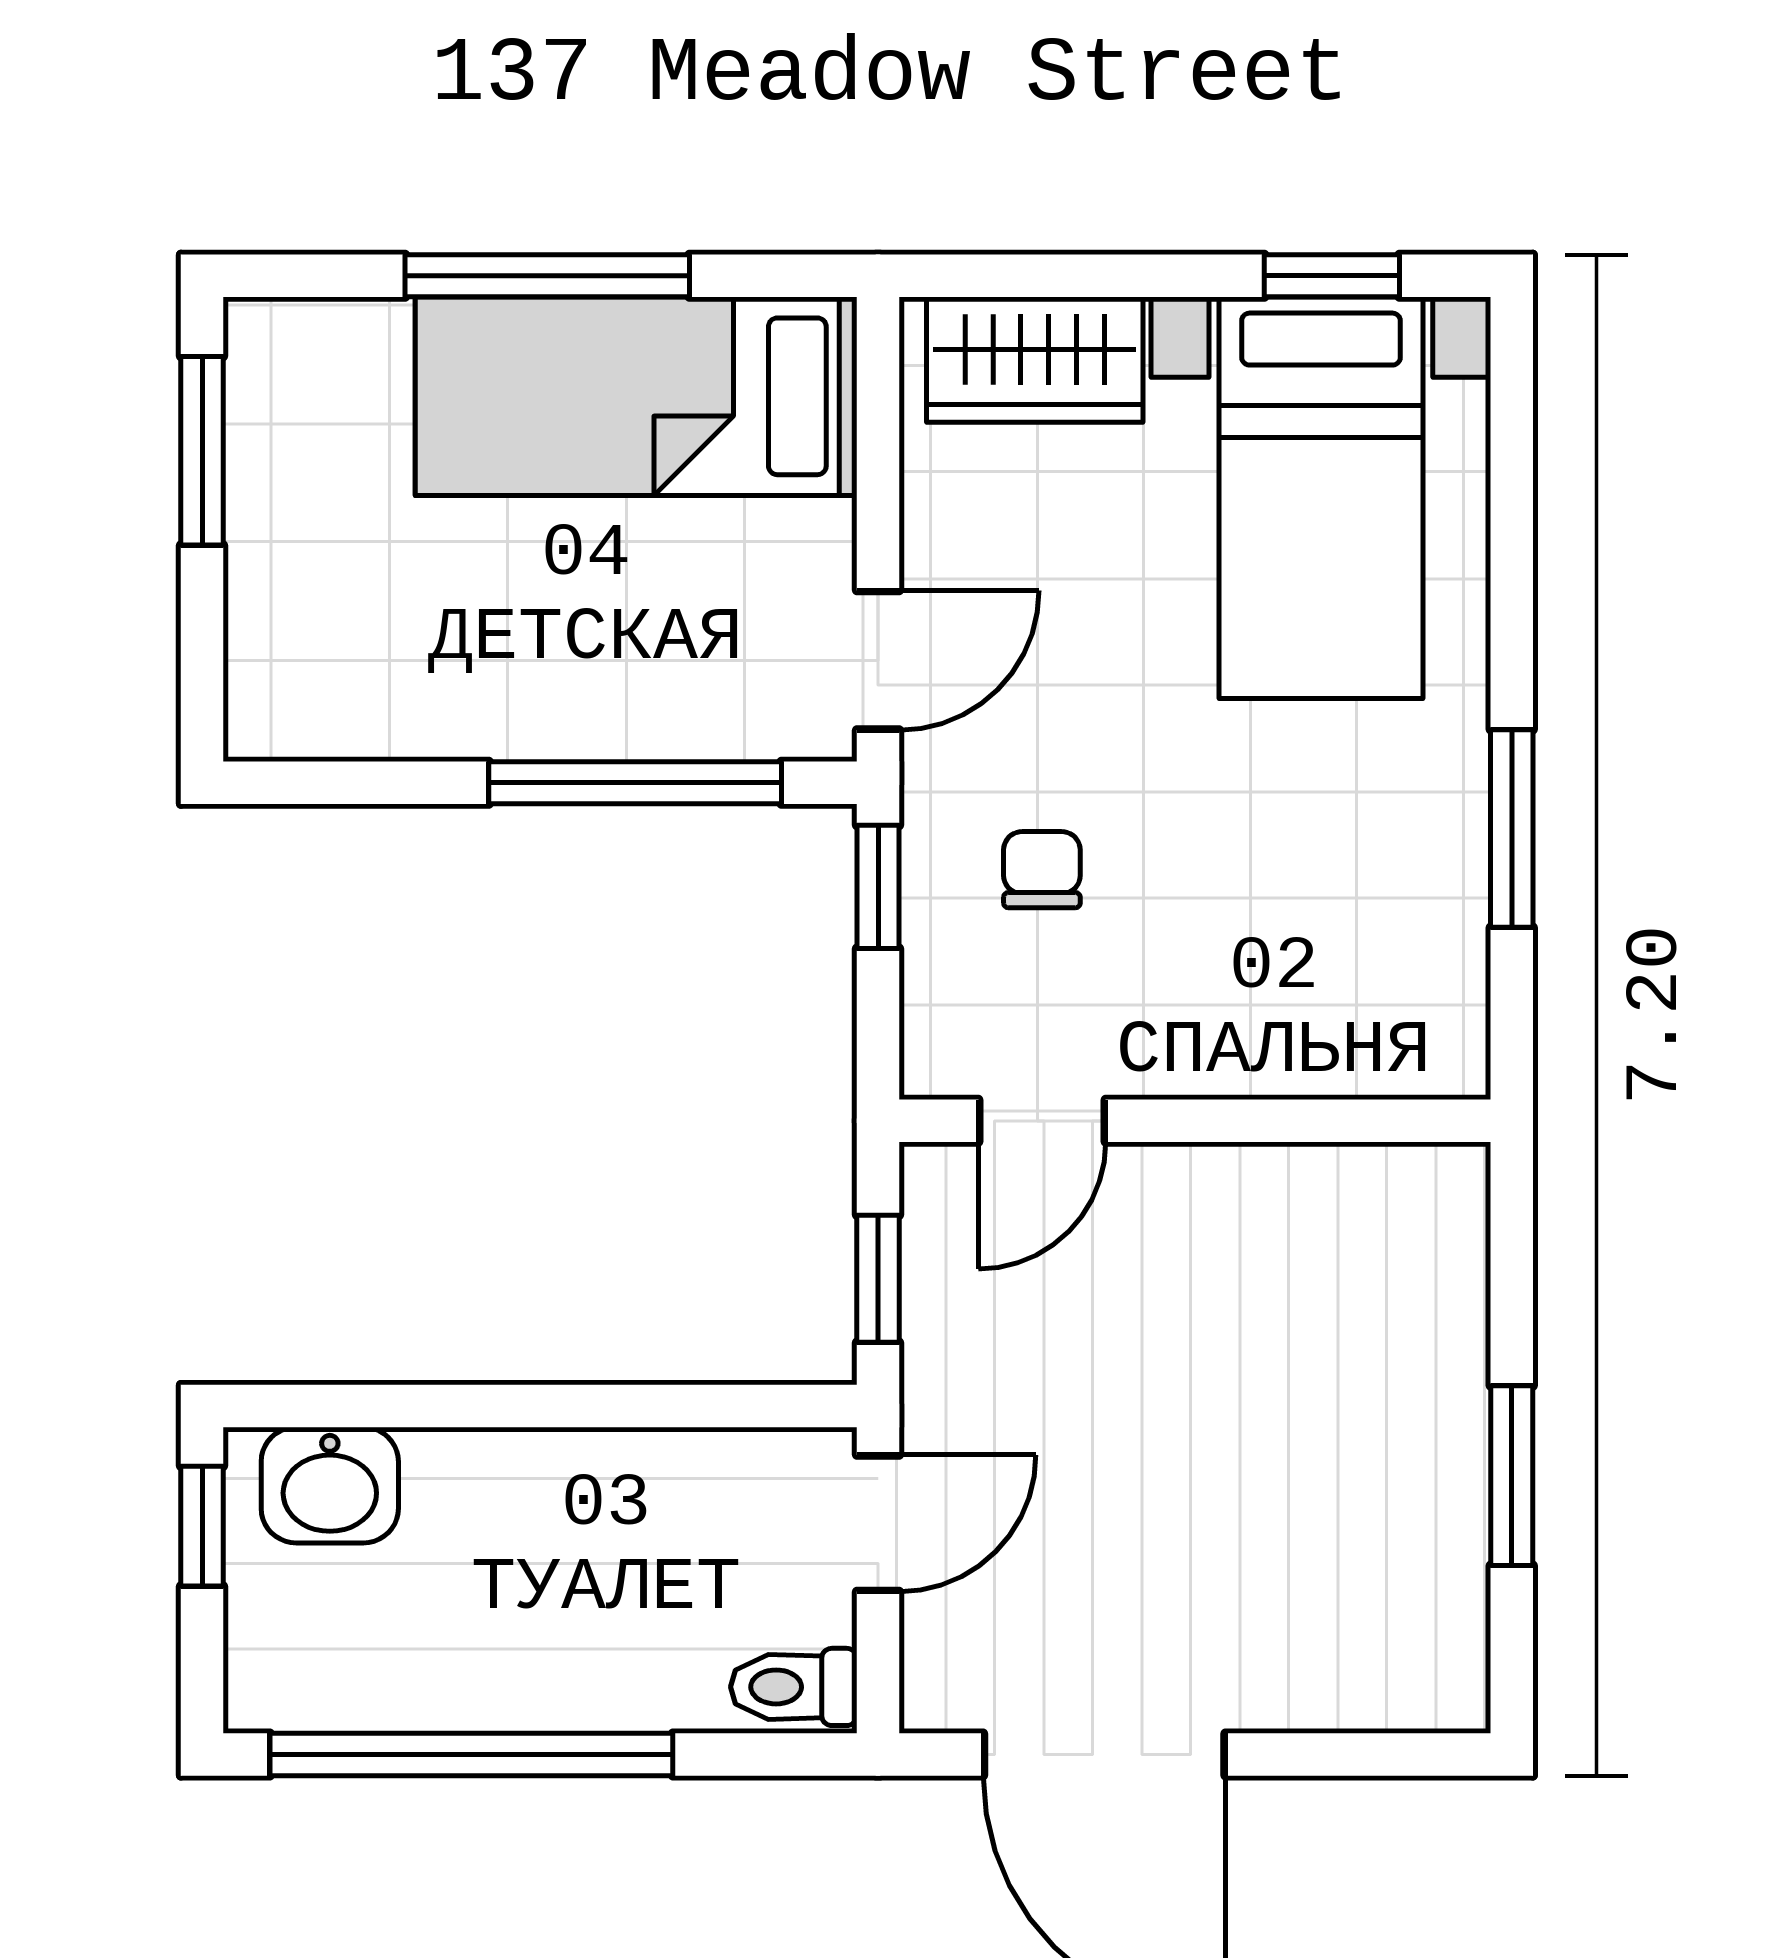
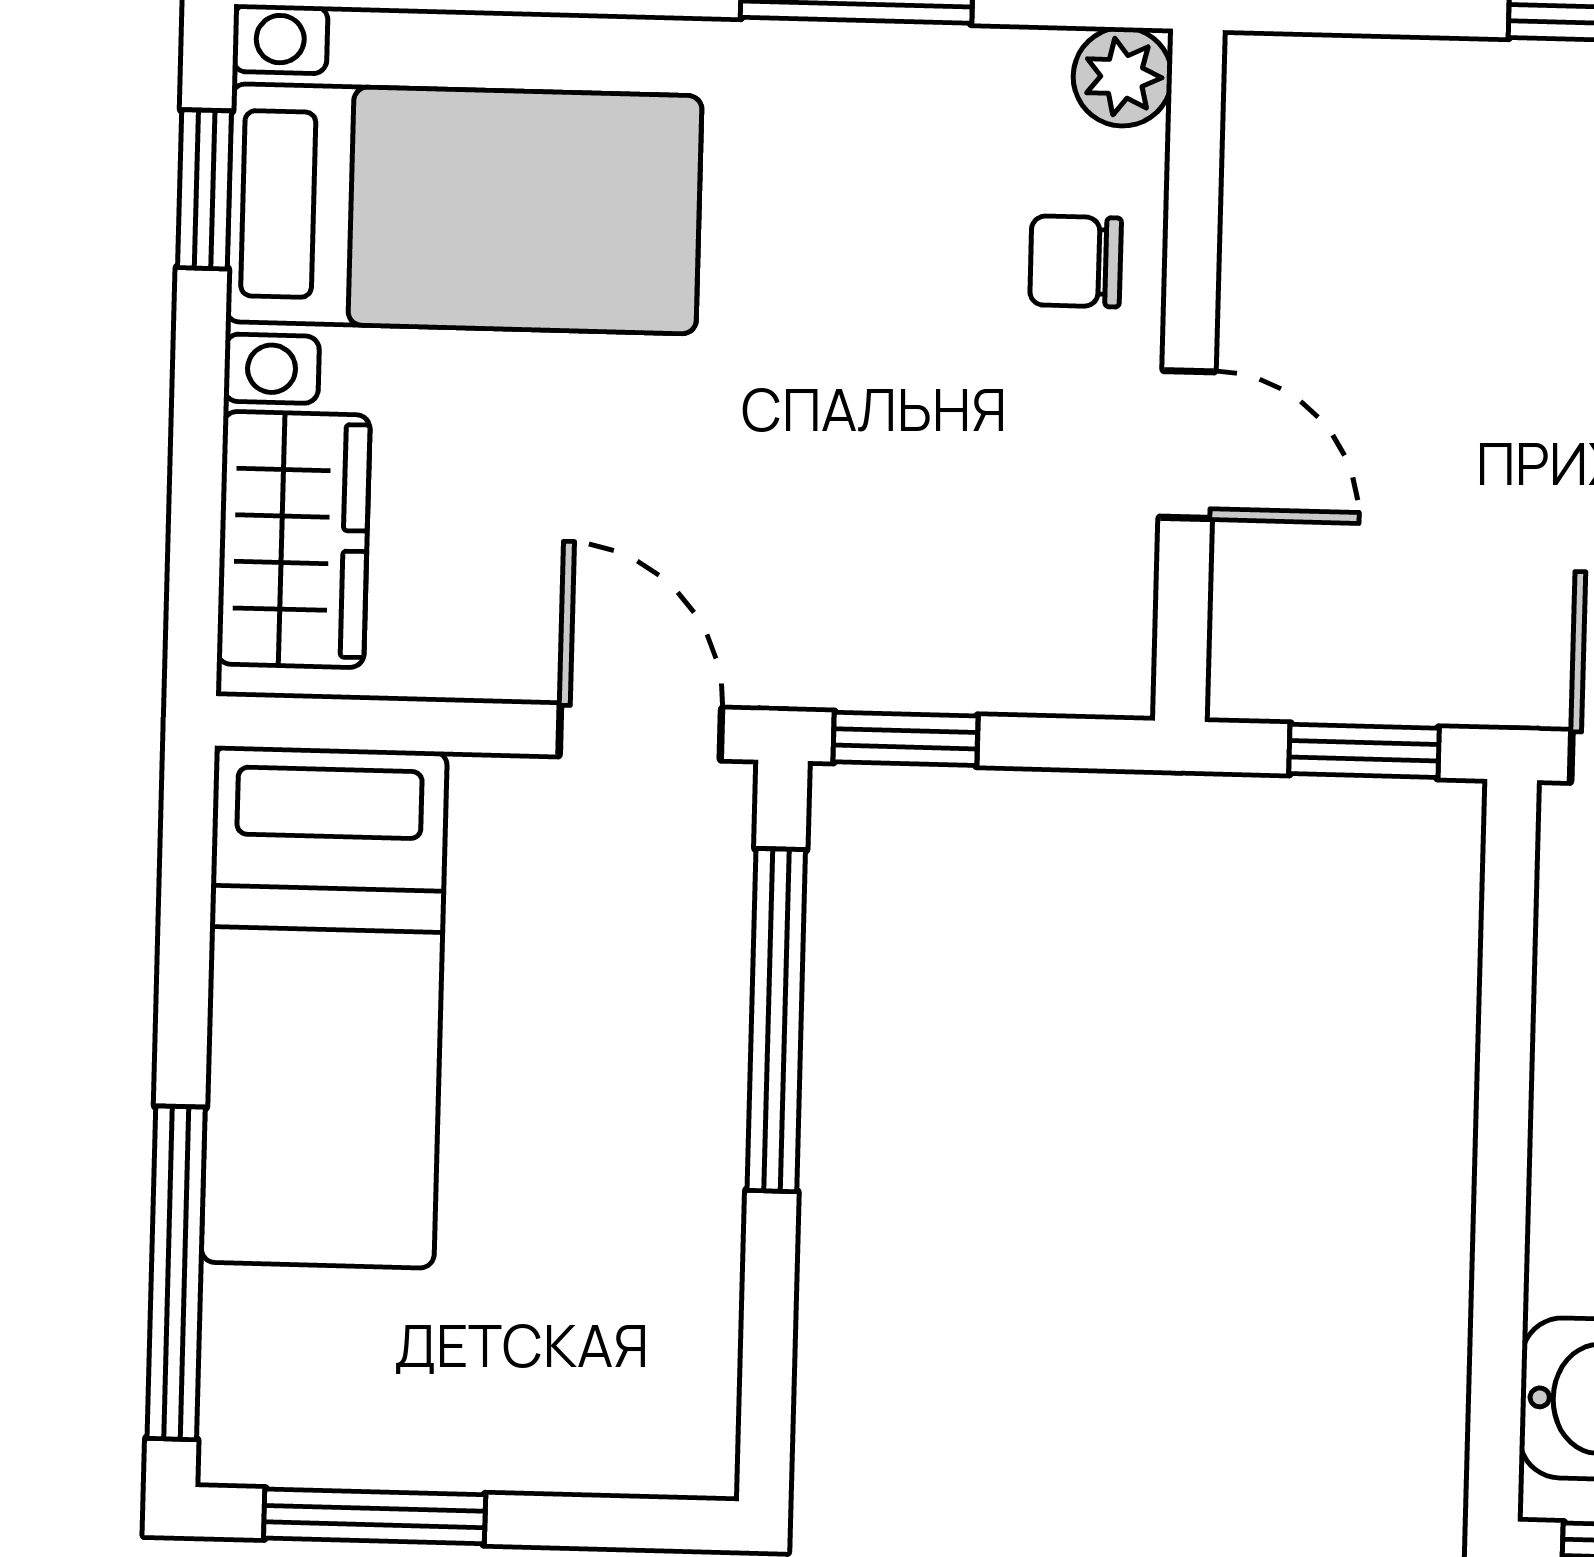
window: (547, 276) -> (176, 1273), moved
chair: (1042, 870) -> (1076, 261), moved
plant: (1449, 1057) -> (1123, 77), added
door: (1042, 1121) -> (1187, 445), moved

